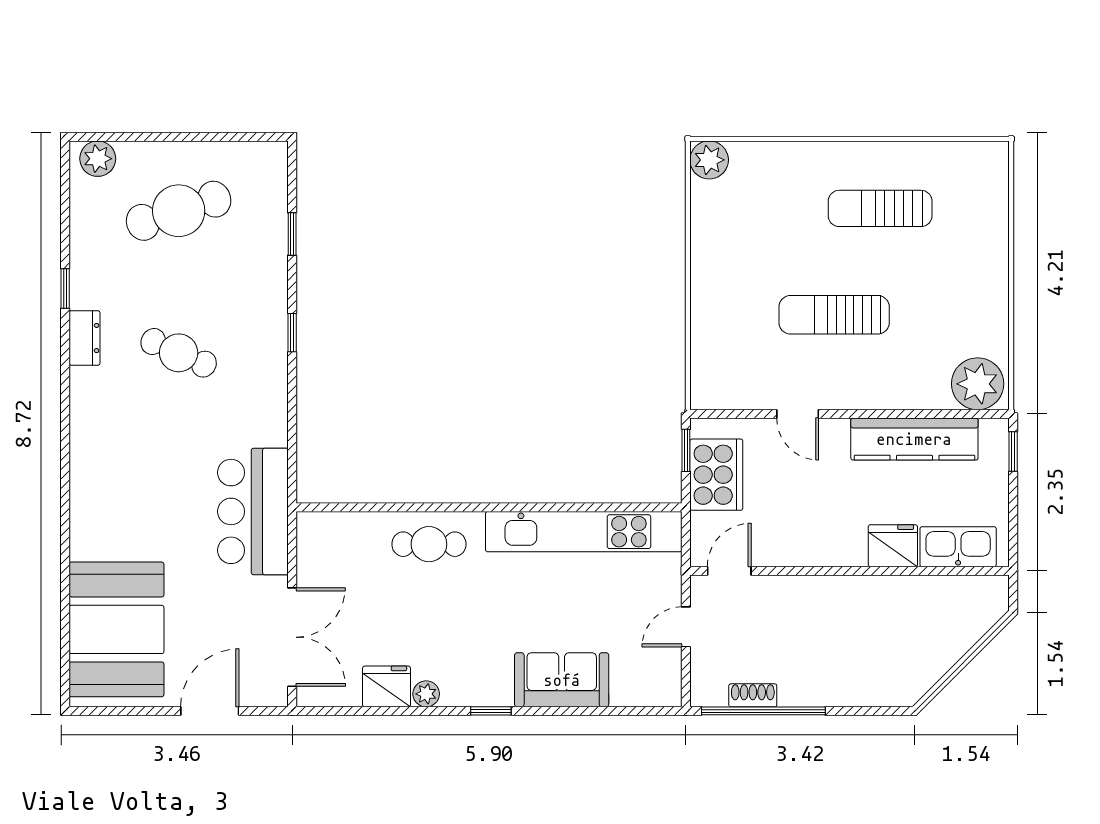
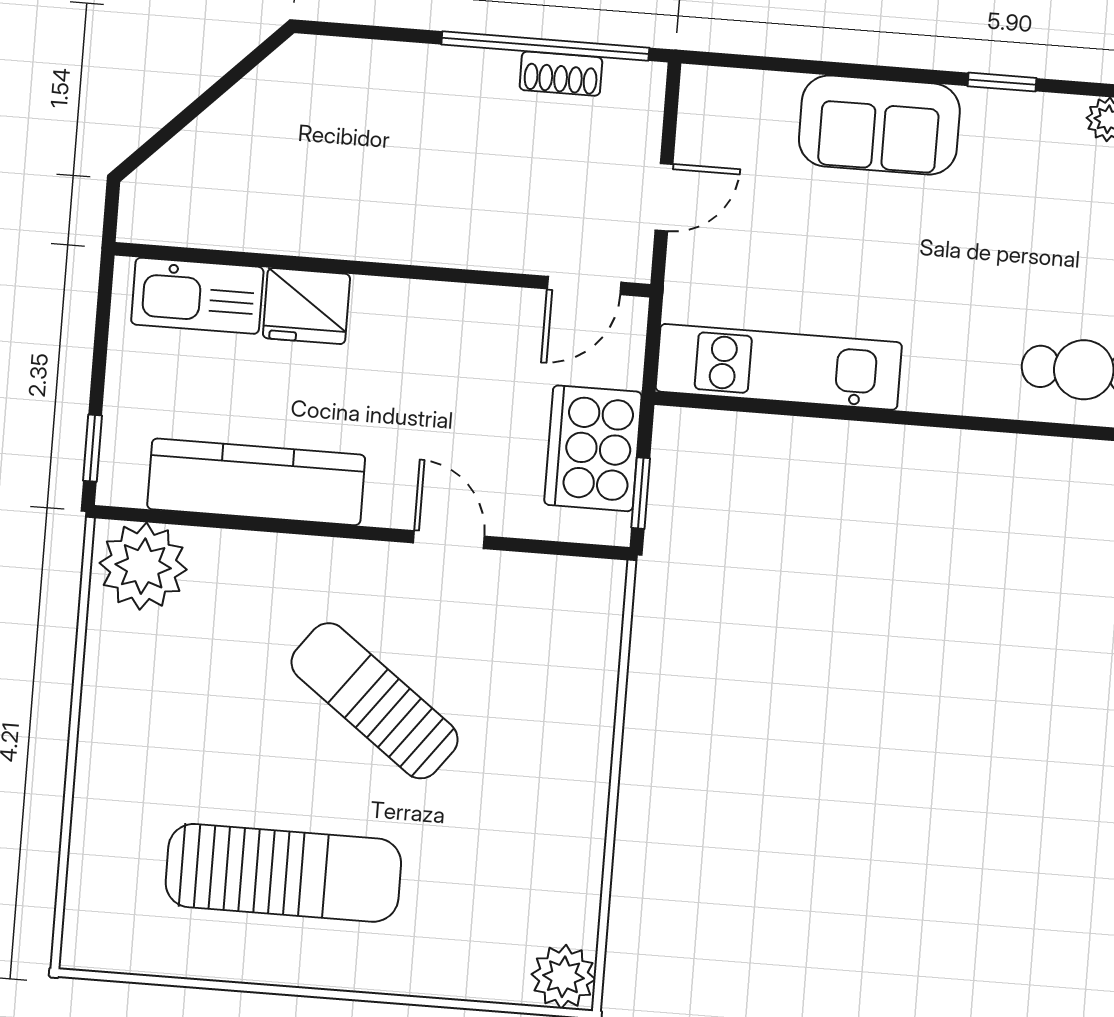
sun lounger: (880, 208) -> (283, 873), width x1.36, depth x1.34
sun lounger: (834, 315) -> (375, 701), turned -143
kitchen unit: (584, 532) -> (779, 367), width x0.73

